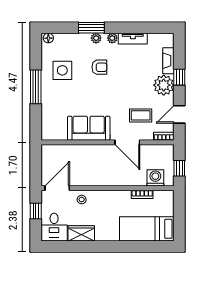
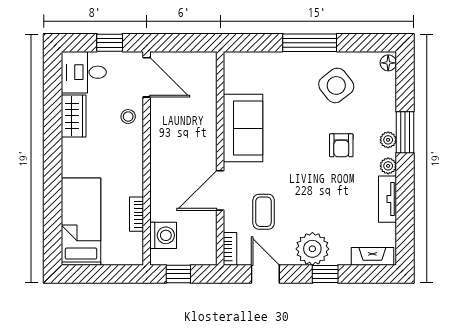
fireplace: (168, 61) -> (372, 256), moved
side table: (62, 70) -> (336, 85), turned -38

